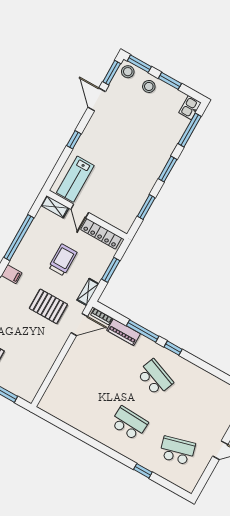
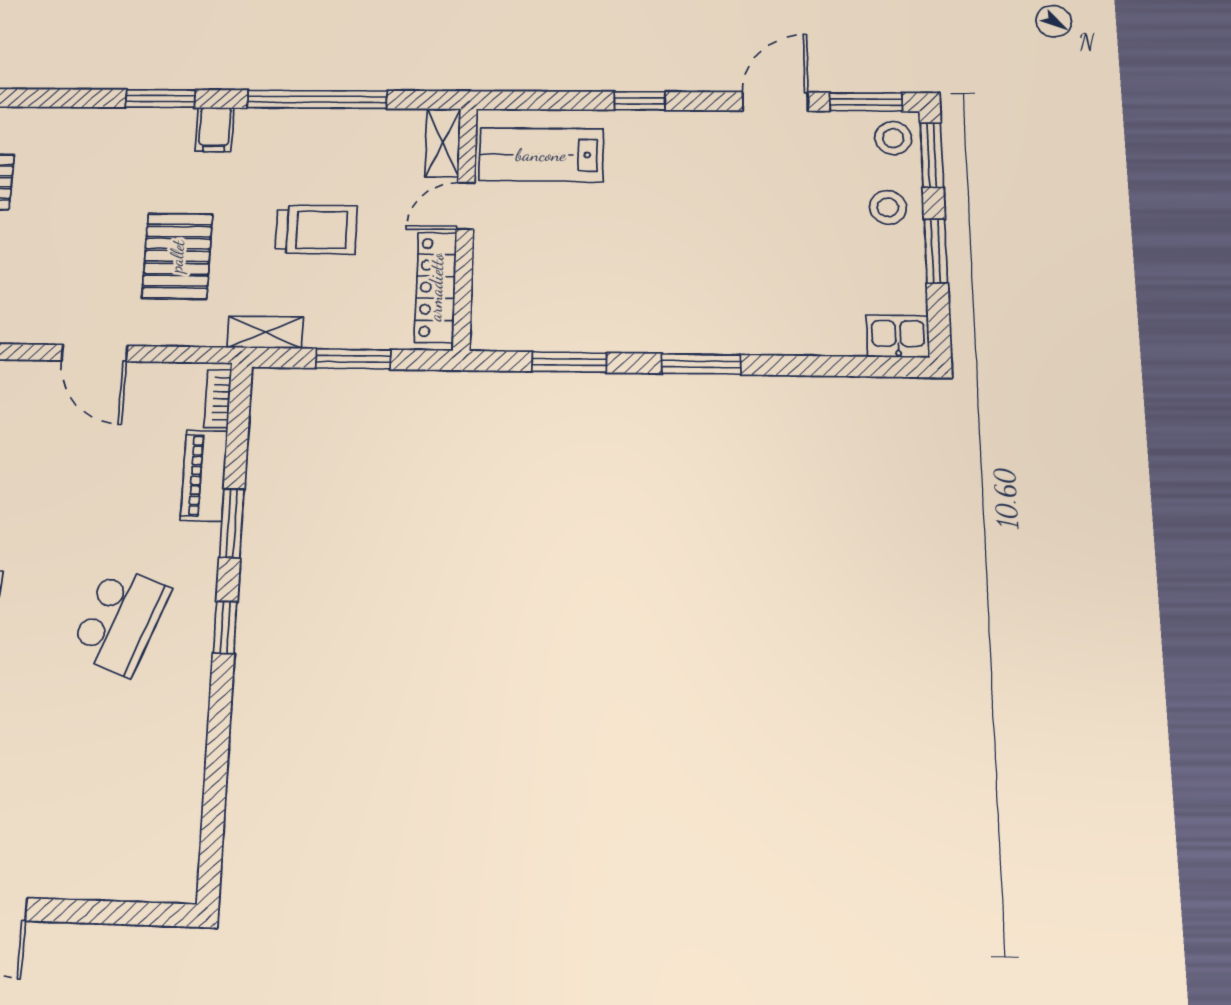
window: (190, 130) -> (838, 366), removed
door: (79, 324) -> (95, 353), moved
window: (143, 331) -> (232, 523), width x0.69

